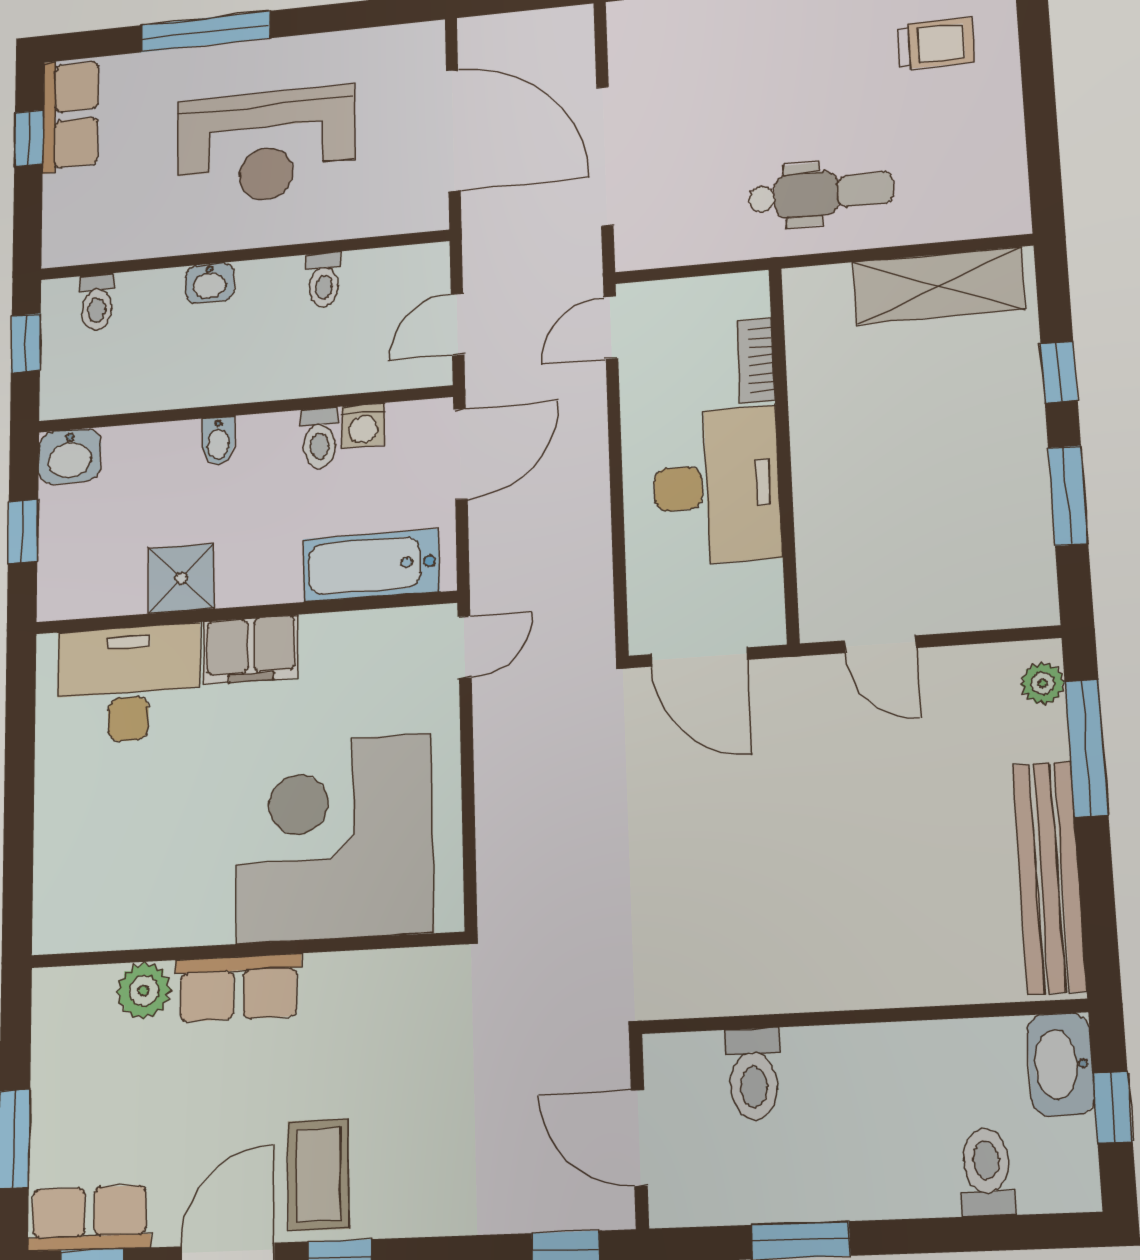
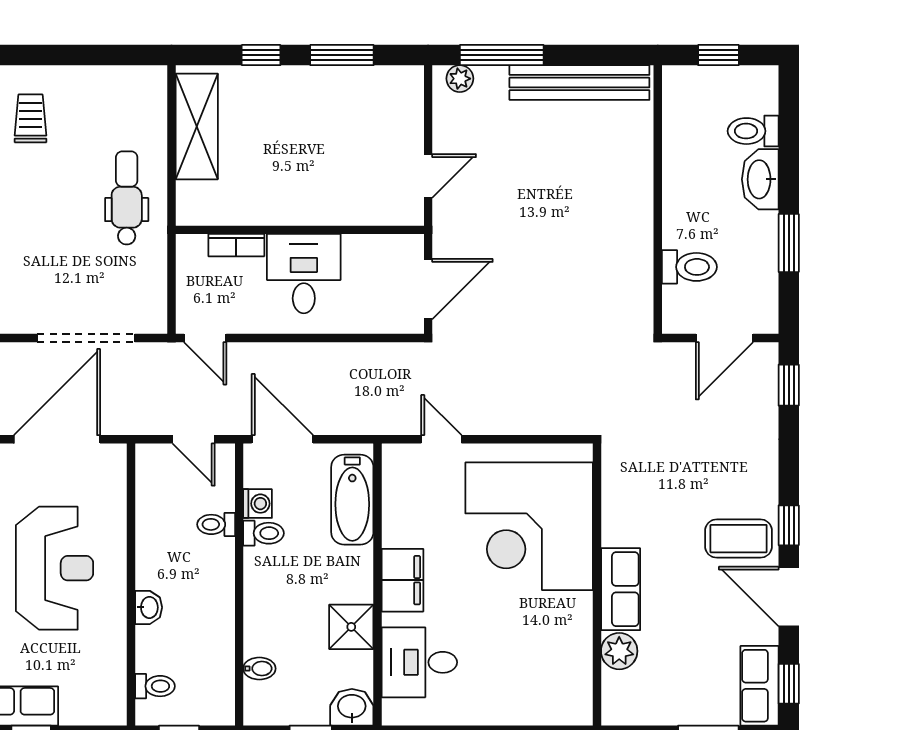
toilet: (324, 280) -> (216, 524), moved, turned 180
bidet: (218, 441) -> (259, 669), moved
washbasin: (70, 456) -> (352, 707), moved, turned -90
desk: (717, 486) -> (304, 274), width x0.73
door: (465, 647) -> (441, 439), moved
desk: (129, 684) -> (419, 662), width x0.73
washbasin: (1061, 1064) -> (760, 179), moved, turned 90

